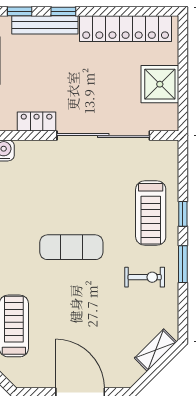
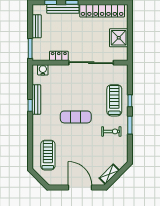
treadmill: (151, 213) -> (114, 100), turned 180
shelving: (156, 350) -> (109, 174), moved

